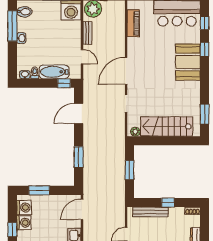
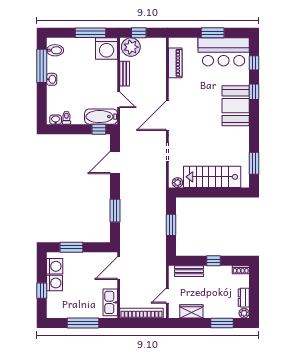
bathtub: (54, 72) -> (101, 117), moved
bench: (150, 212) -> (189, 271), width x0.73

